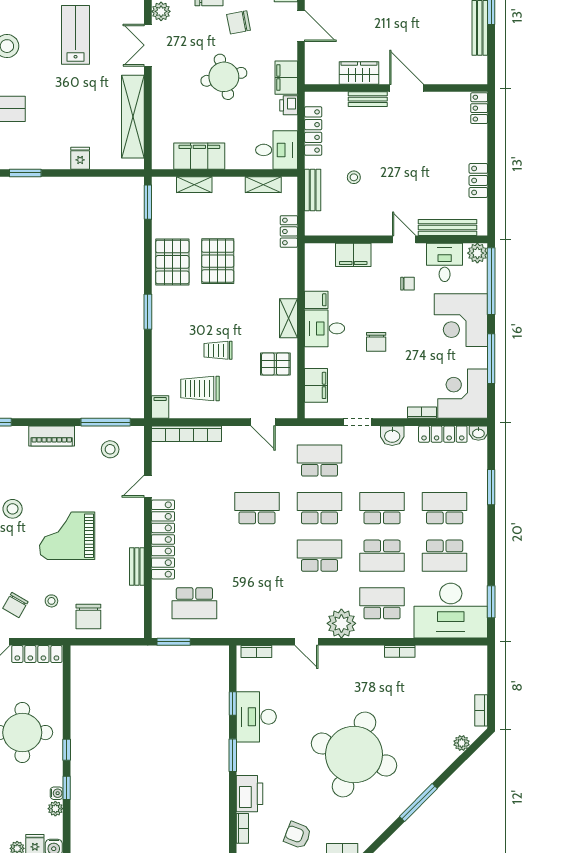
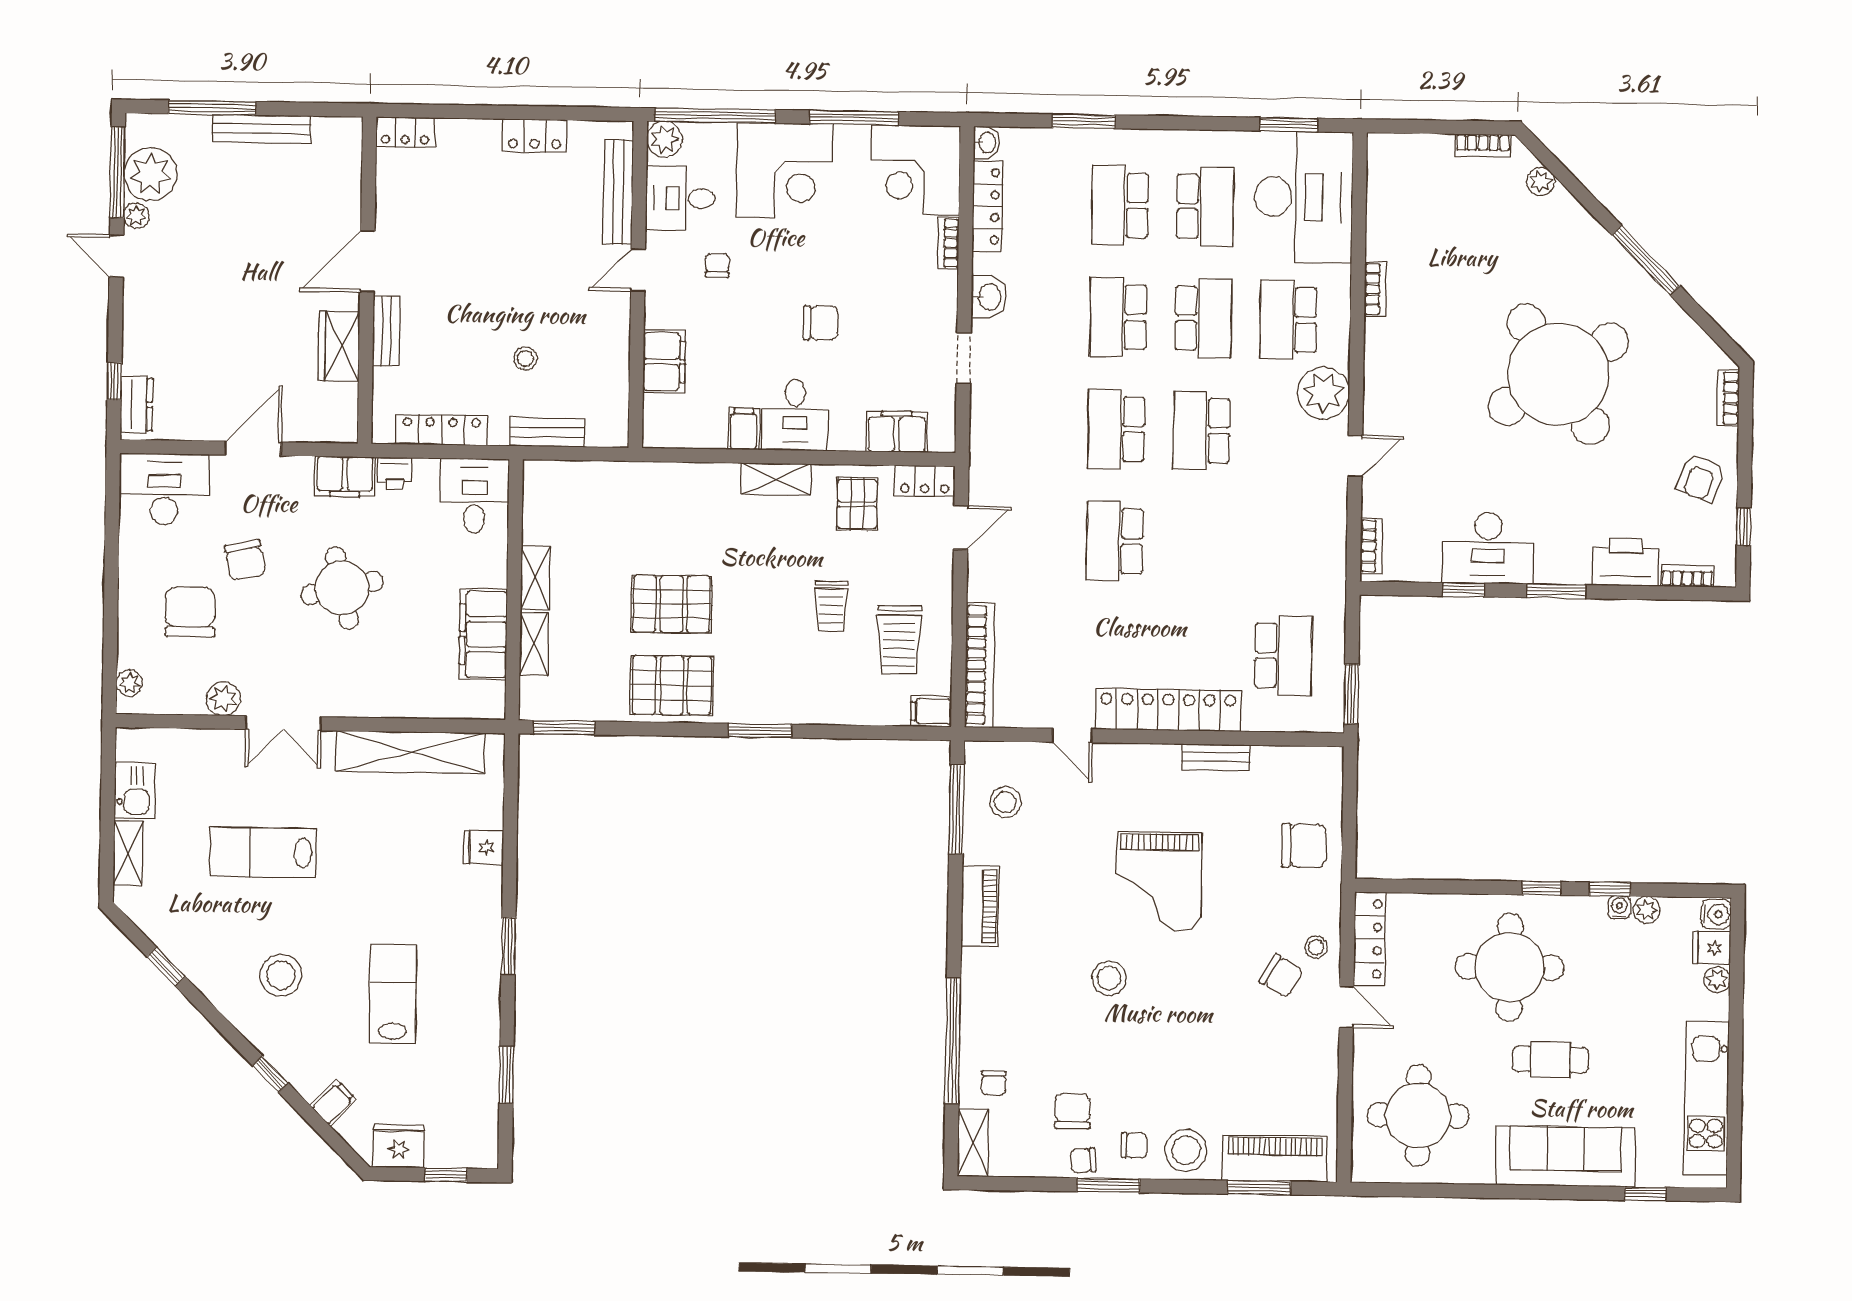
shelving: (263, 185) -> (535, 578), moved
locker: (289, 231) -> (925, 481), moved
school desk: (319, 461) -> (1031, 428), removed
stool: (51, 601) -> (1316, 947), moved
round table: (354, 754) -> (1558, 374), turned 38

